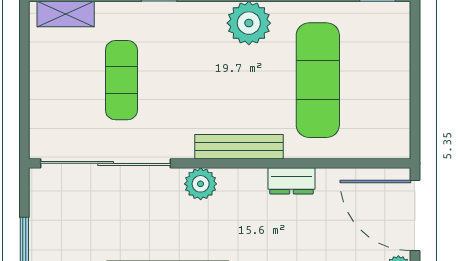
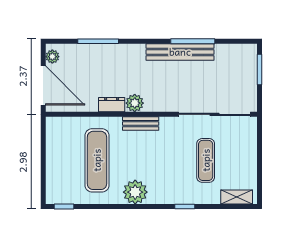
bench: (239, 147) -> (141, 124), width x0.73
plant: (201, 184) -> (135, 103), moved

